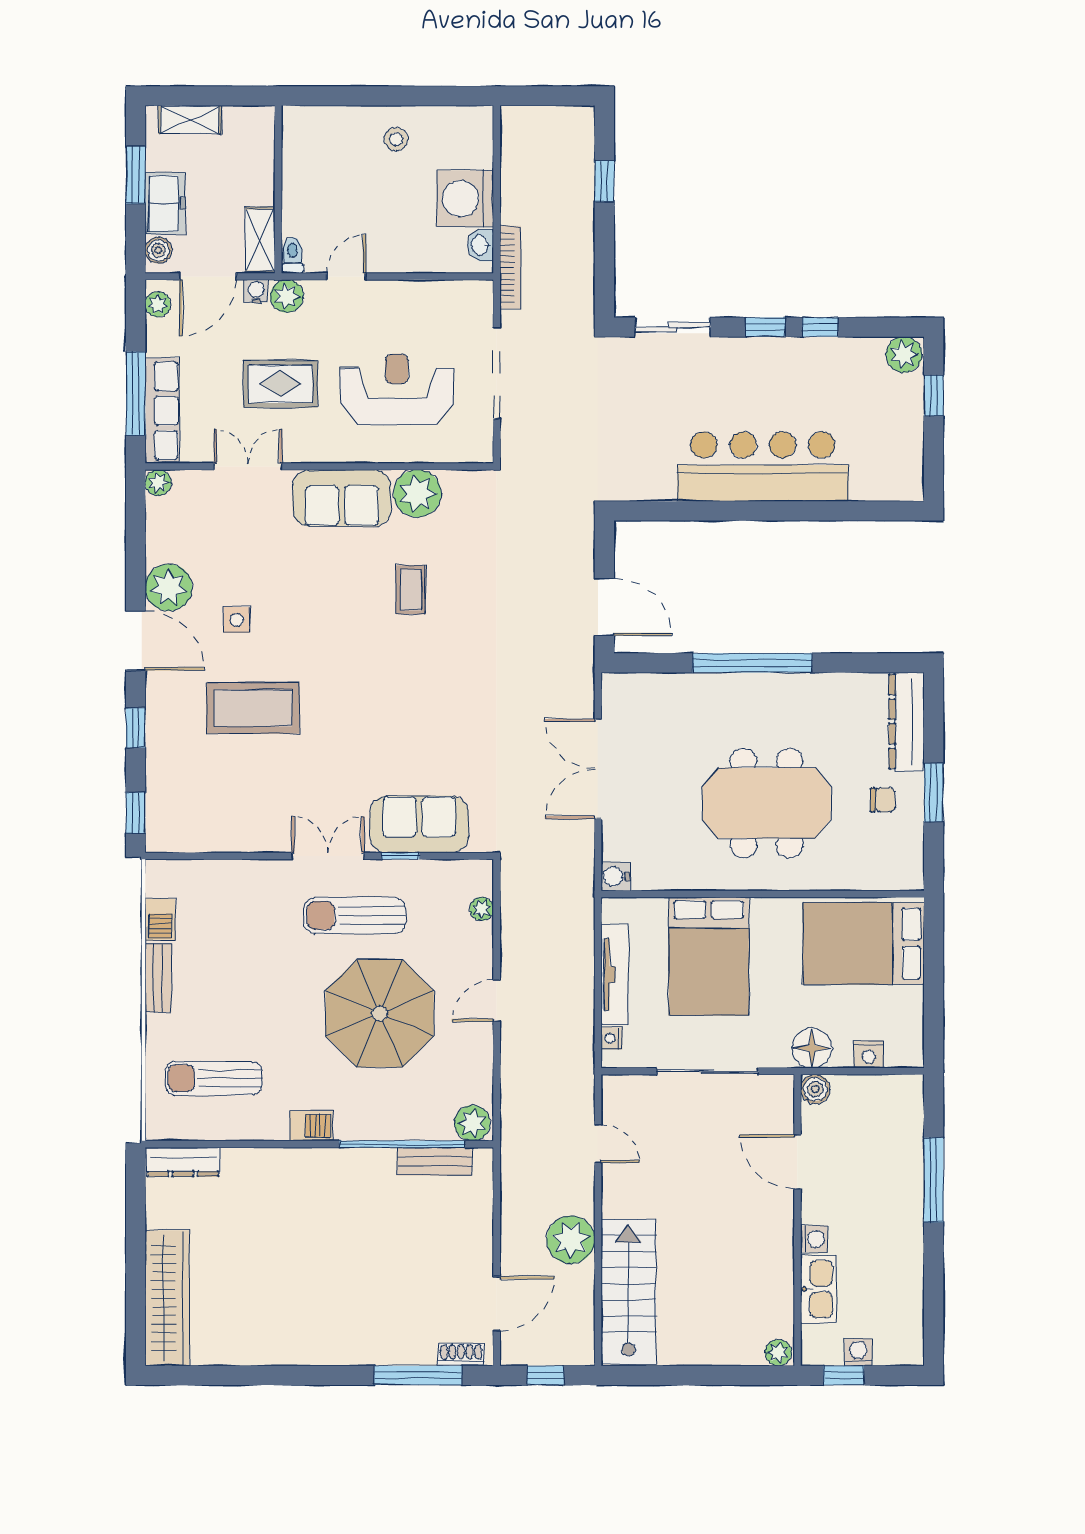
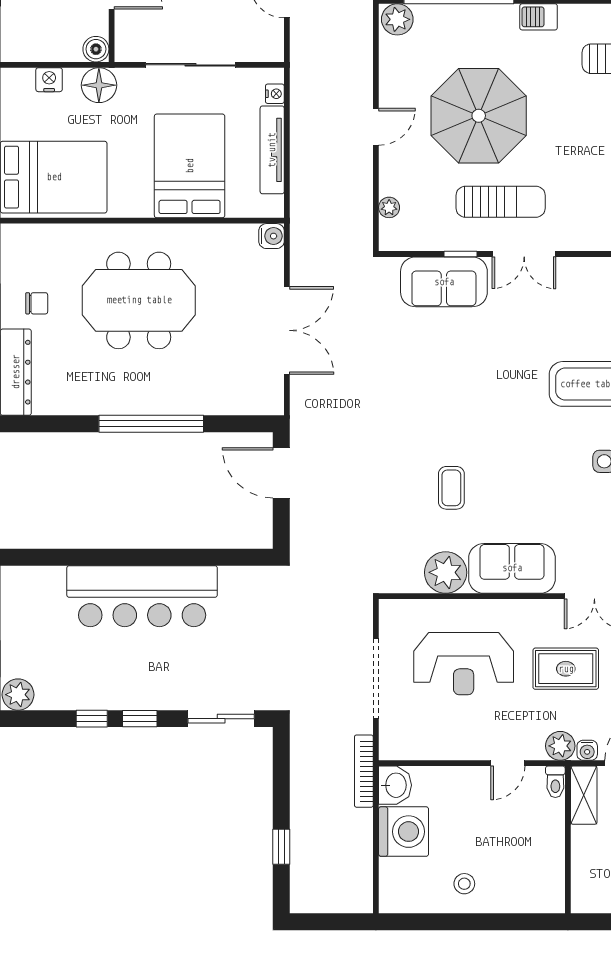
washbasin: (481, 245) -> (395, 785), width x1.38, depth x1.45
chair: (883, 800) -> (37, 303), turned 180

